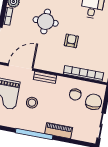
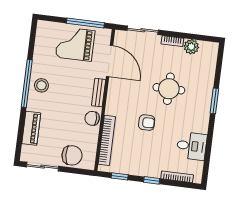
chair: (75, 94) -> (92, 118), moved
stool: (32, 103) -> (41, 85), moved
piano: (59, 131) -> (31, 128), moved

